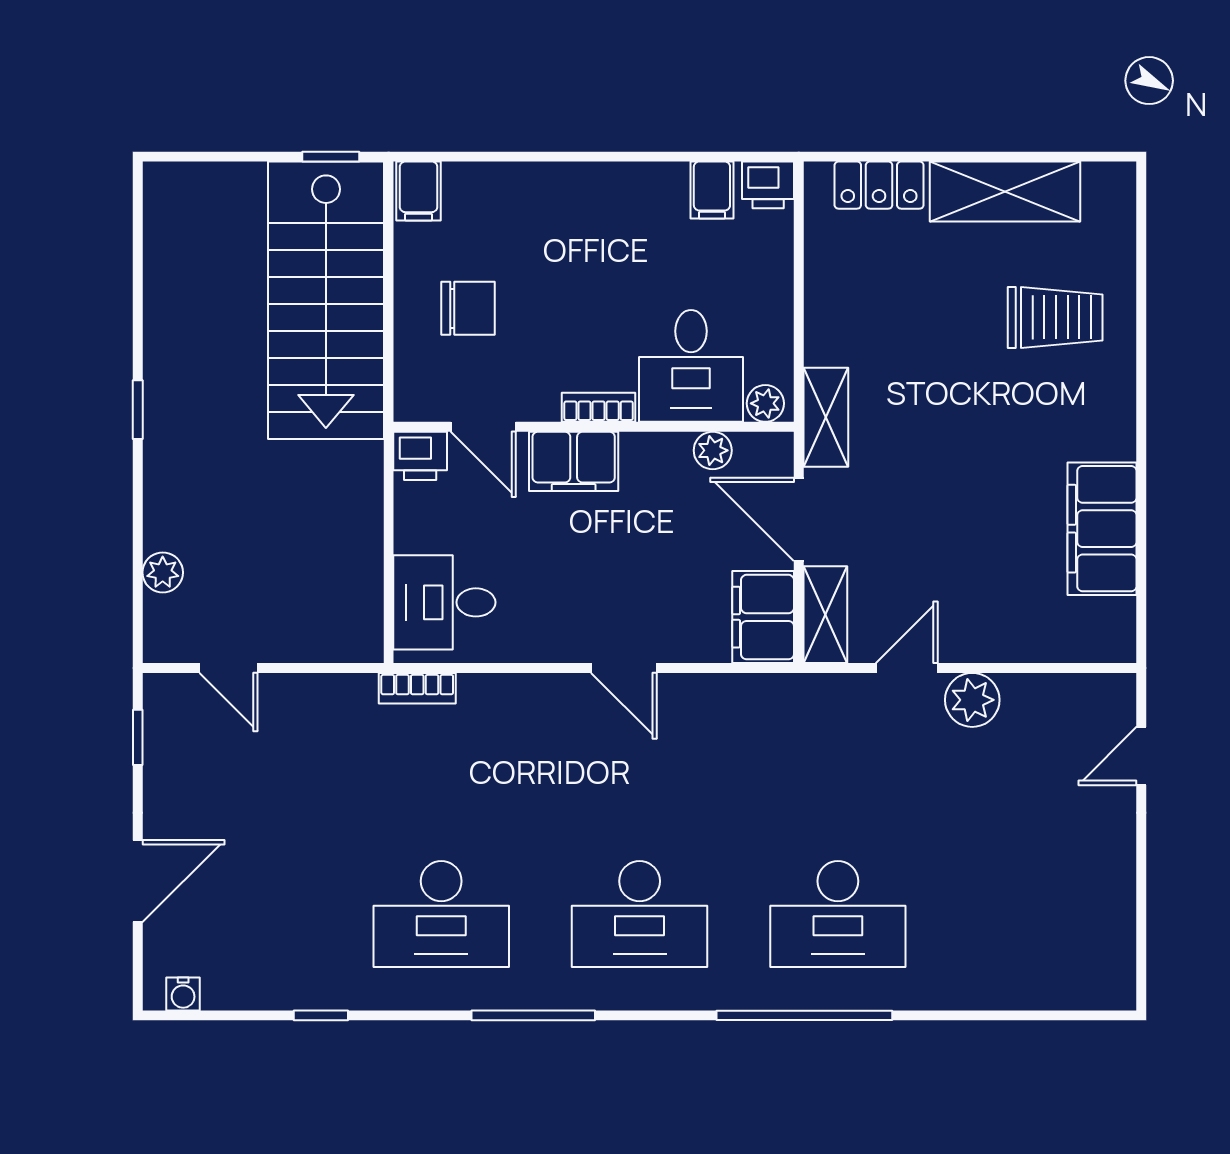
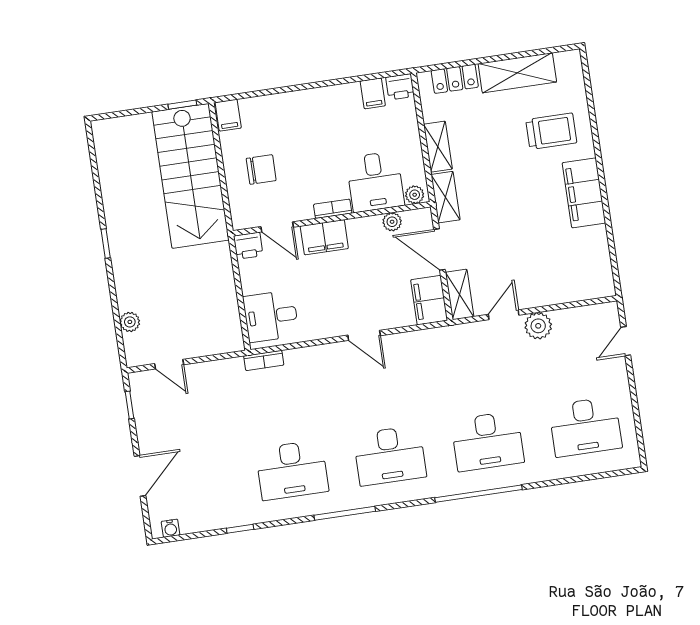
shelving: (826, 315) -> (438, 147), added
filing cabinet: (1102, 529) -> (584, 193), moved
desk: (1036, 914) -> (585, 427), added

